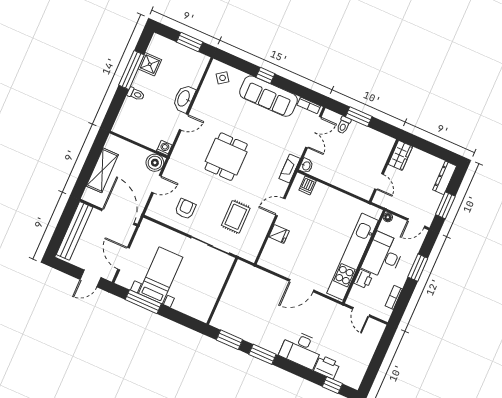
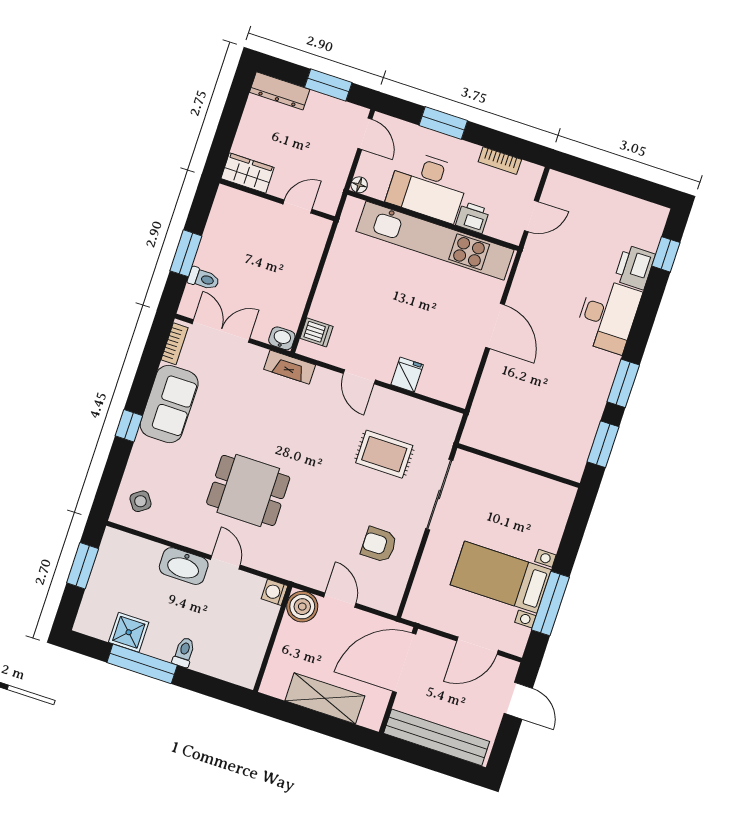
sofa: (268, 96) -> (169, 404), width x0.73
dining table: (226, 157) -> (248, 490), moved

